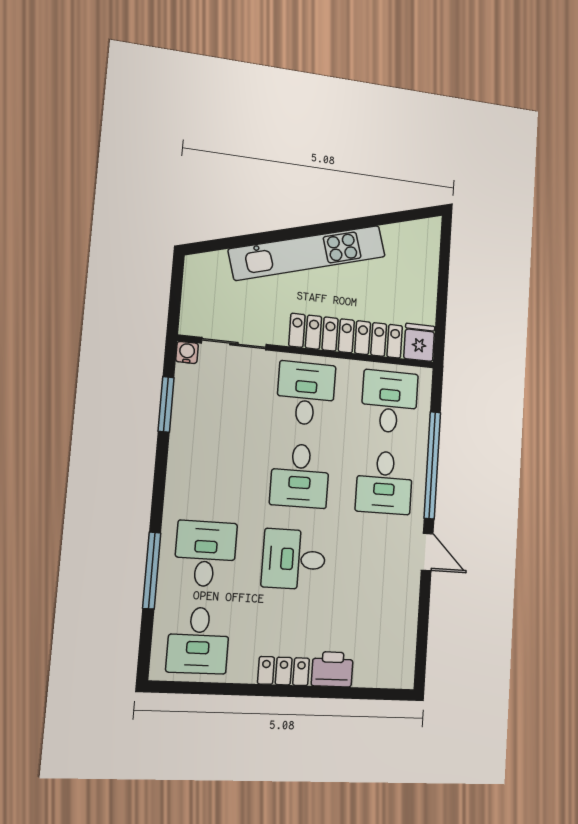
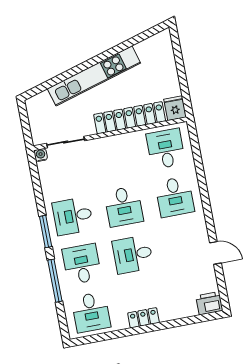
desk: (306, 393) -> (73, 216), moved, turned -90
window: (166, 404) -> (46, 231), moved
window: (432, 465) -> (201, 179), removed
door: (427, 552) -> (215, 253), moved
printer: (332, 669) -> (209, 303), moved

